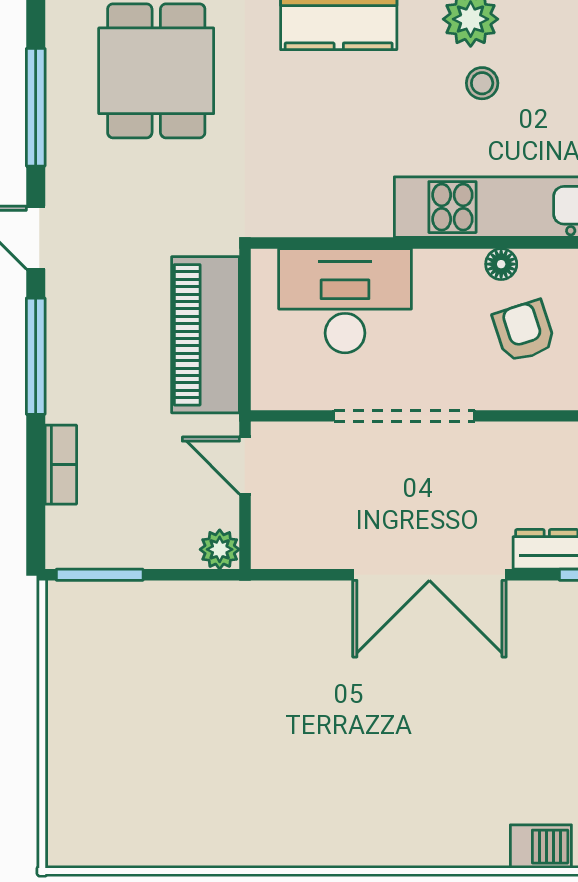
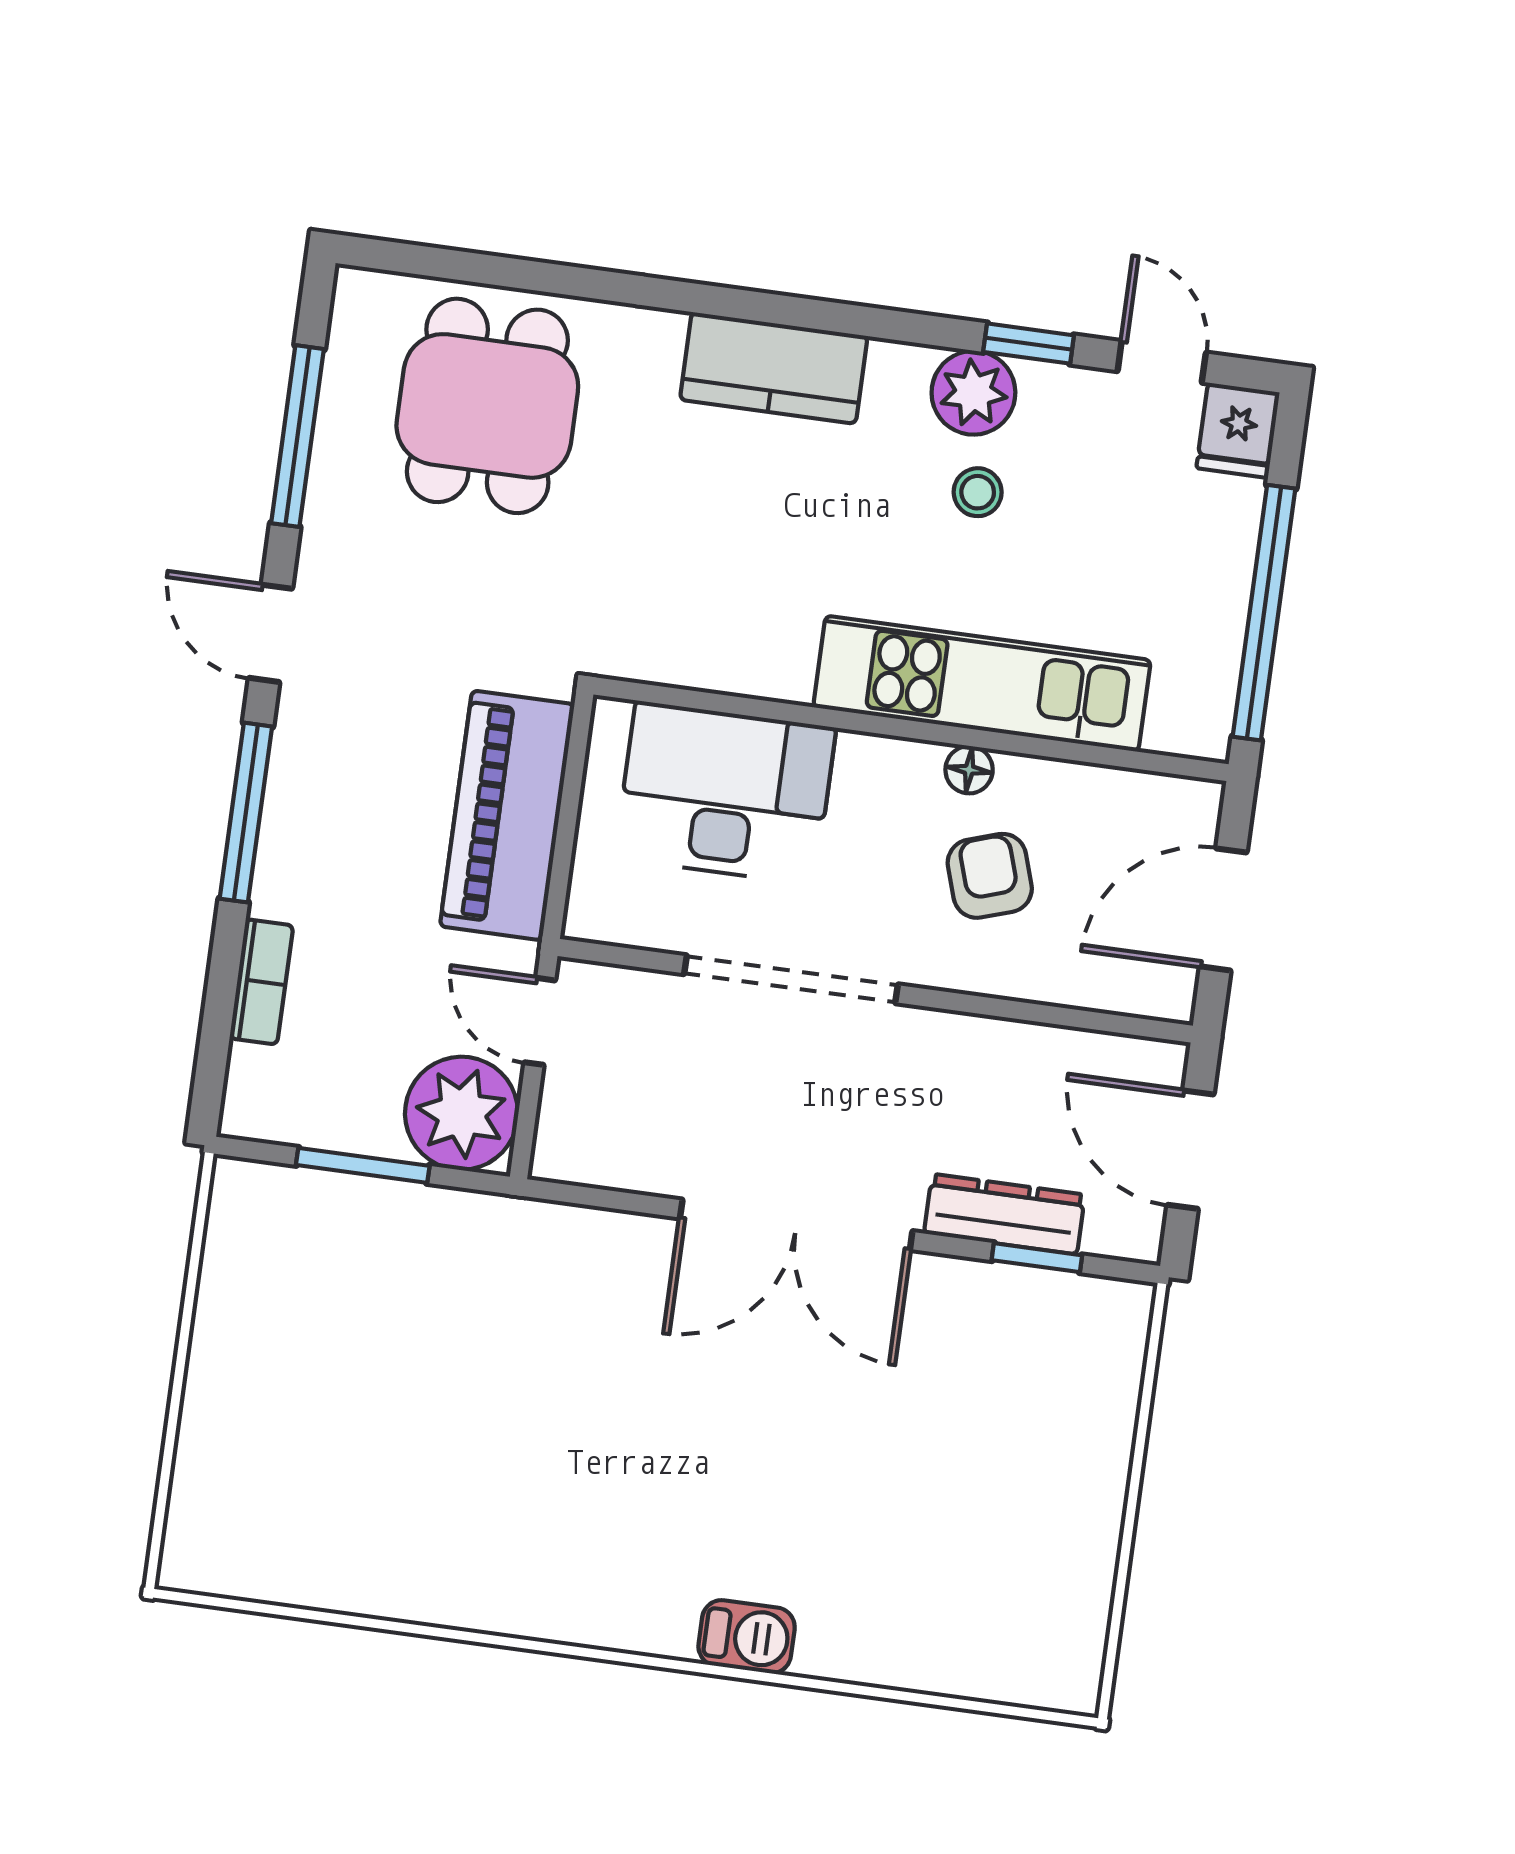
plant: (220, 549) -> (462, 1113), width x1.87, depth x1.87
window: (100, 575) -> (363, 1165), moved
barbecue: (541, 847) -> (747, 1637), moved

